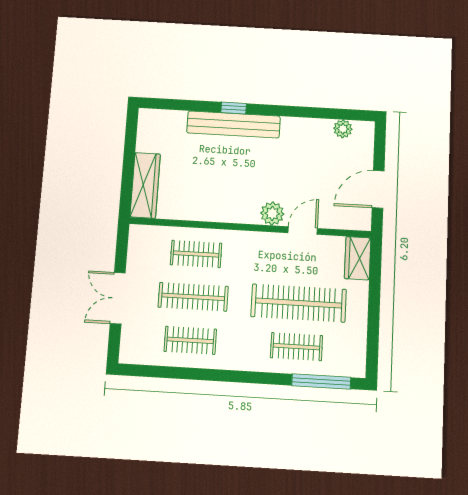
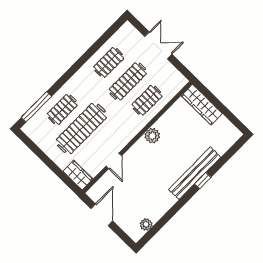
plant: (272, 213) -> (152, 136), moved

